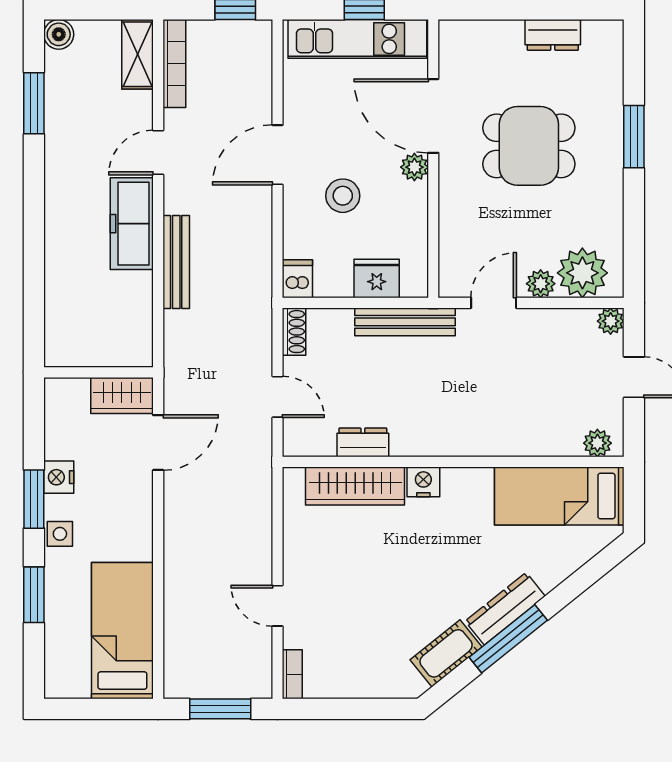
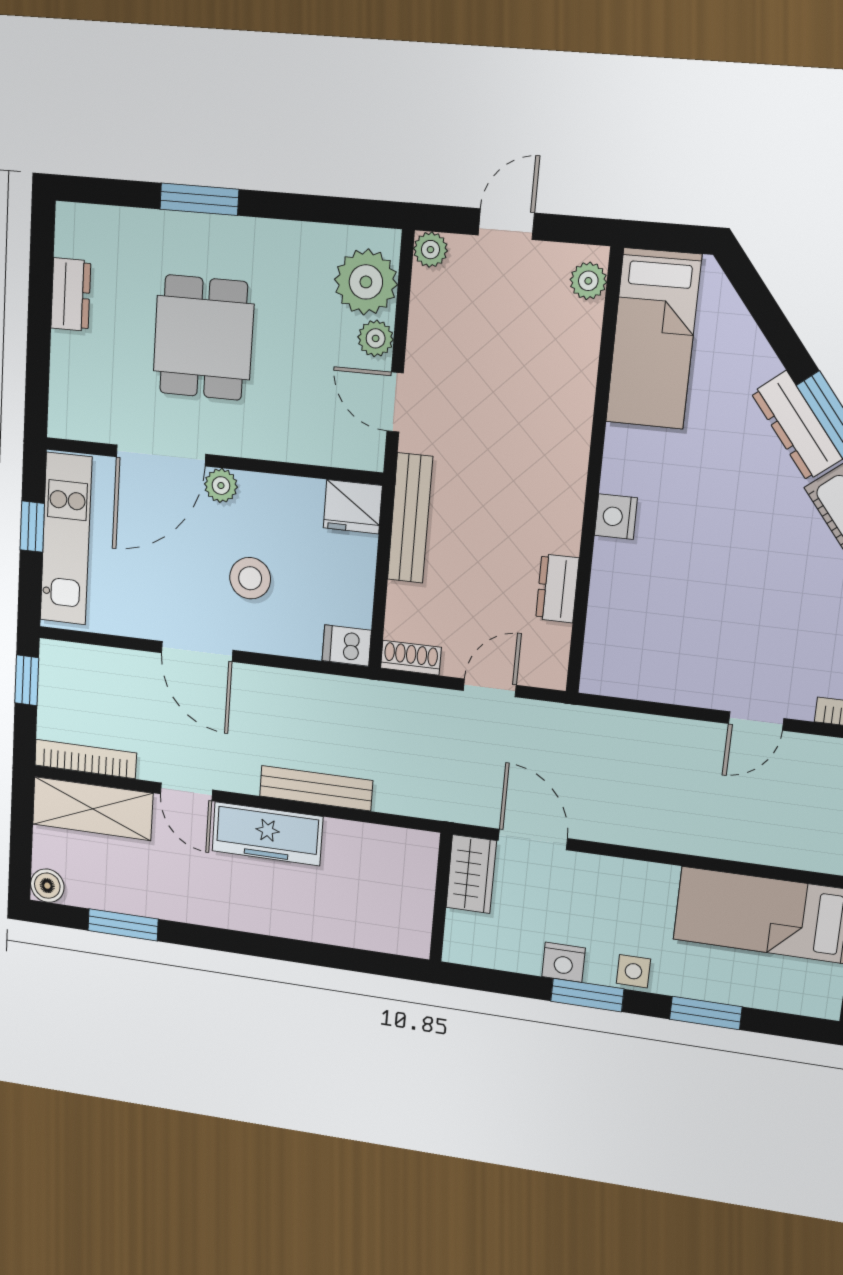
shelving: (137, 54) -> (93, 809), width x1.50, depth x1.33
fridge: (377, 279) -> (353, 507), moved, turned -90
wardrobe: (355, 486) -> (612, 605), removed

